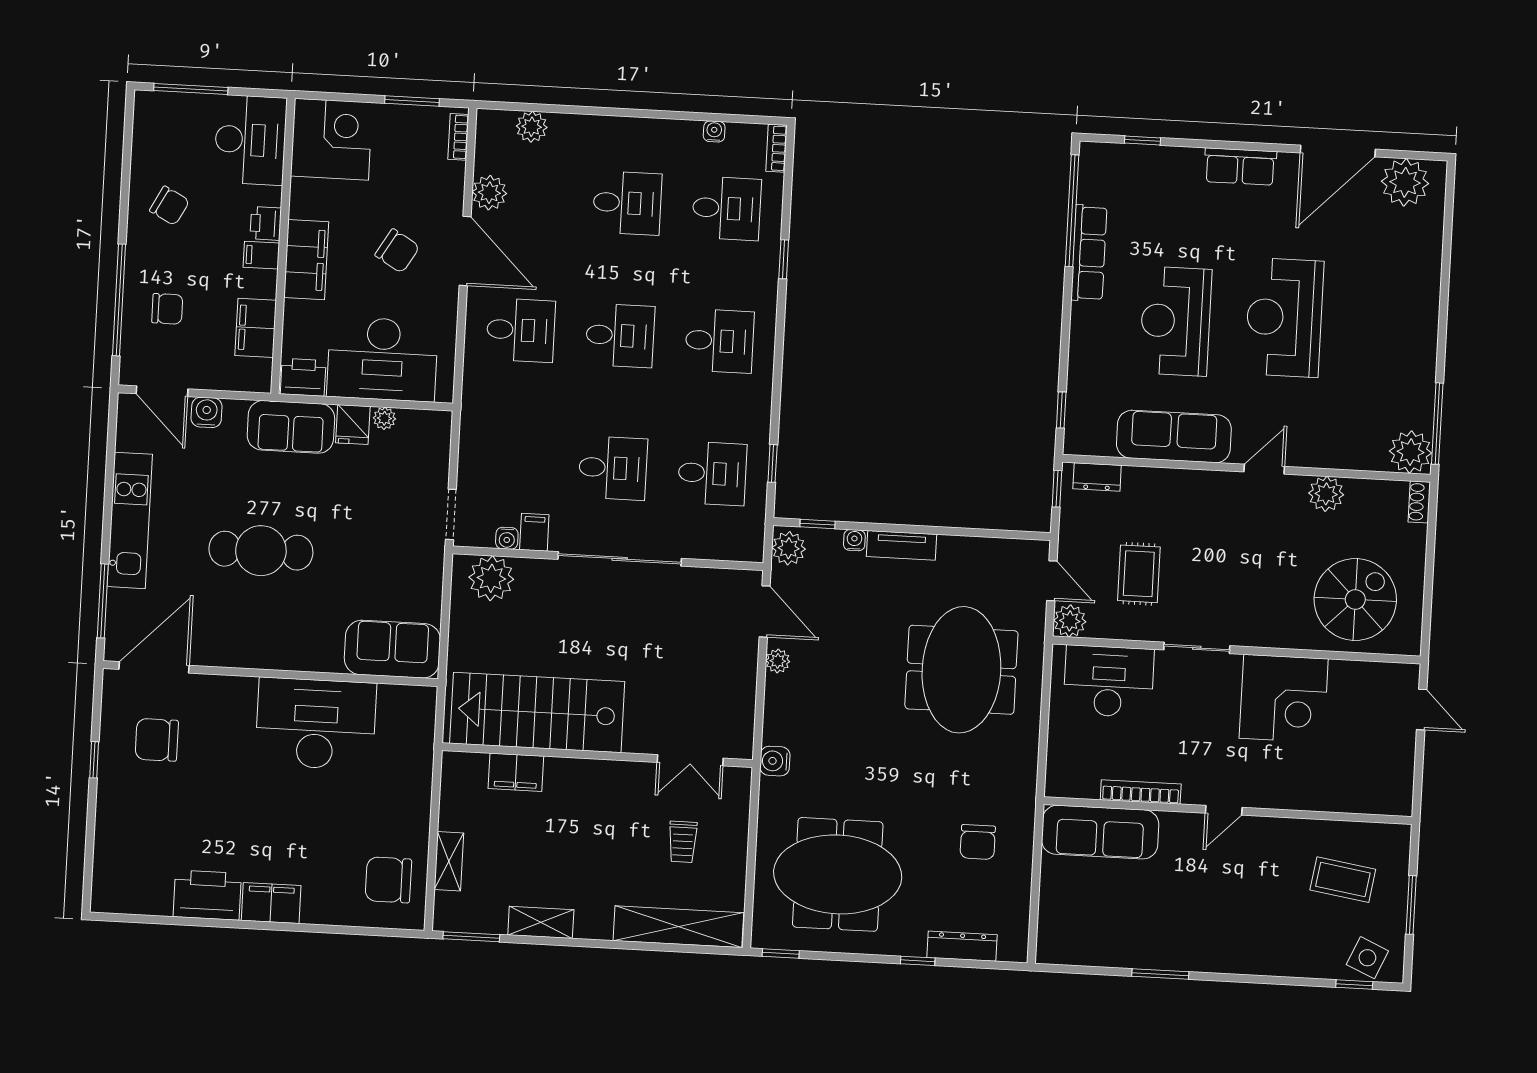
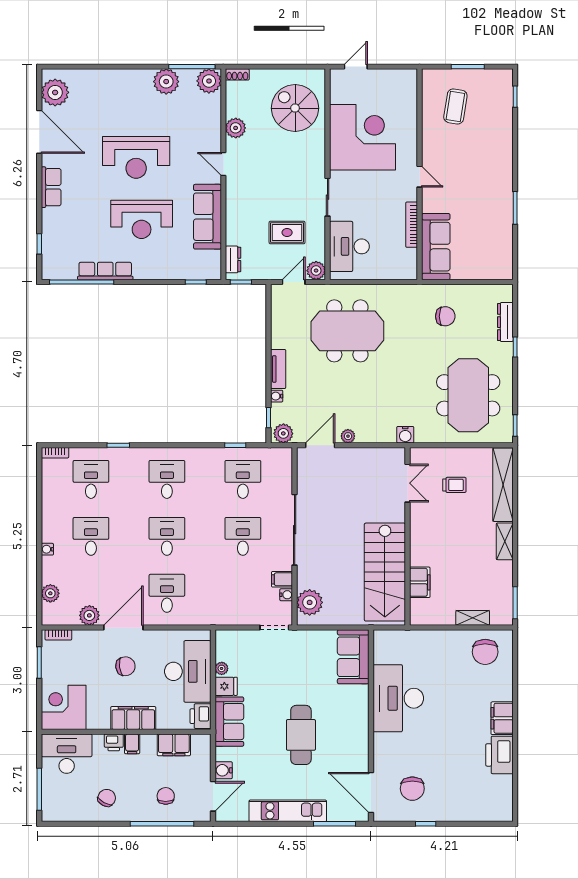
water cooler: (714, 131) -> (47, 549), moved
chair: (397, 251) -> (125, 666), turned 52
plant: (1414, 377) -> (166, 82), added
corner desk: (1284, 698) -> (362, 137), width x1.36, depth x1.36
shelving: (541, 922) -> (505, 541), moved
side table: (1367, 958) -> (499, 90), removed

